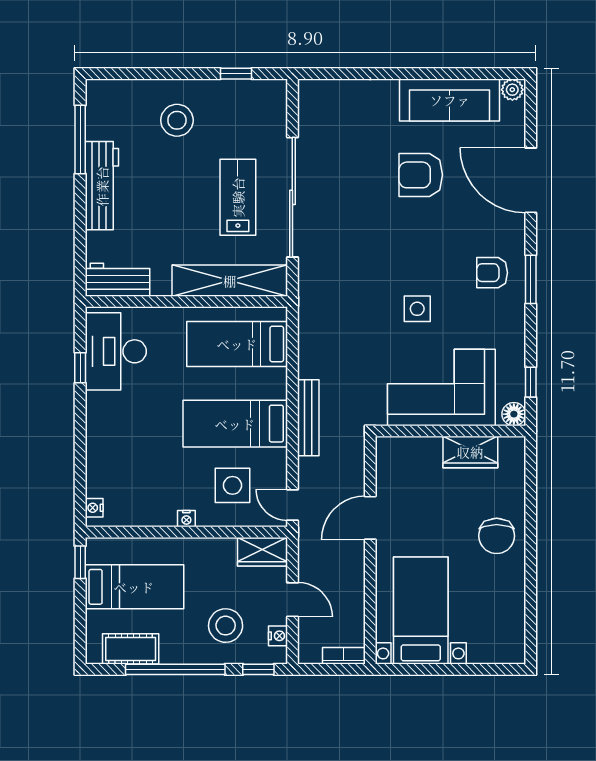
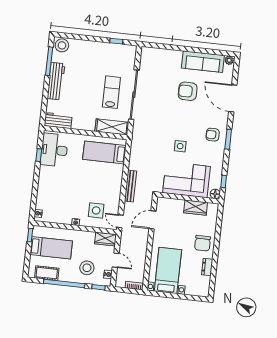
stool: (177, 120) -> (62, 45), moved
shelving: (230, 281) -> (112, 127), width x0.68
bed: (235, 424) -> (100, 185), removed
door: (370, 518) -> (152, 220), moved
dresser: (514, 592) -> (207, 267), added

